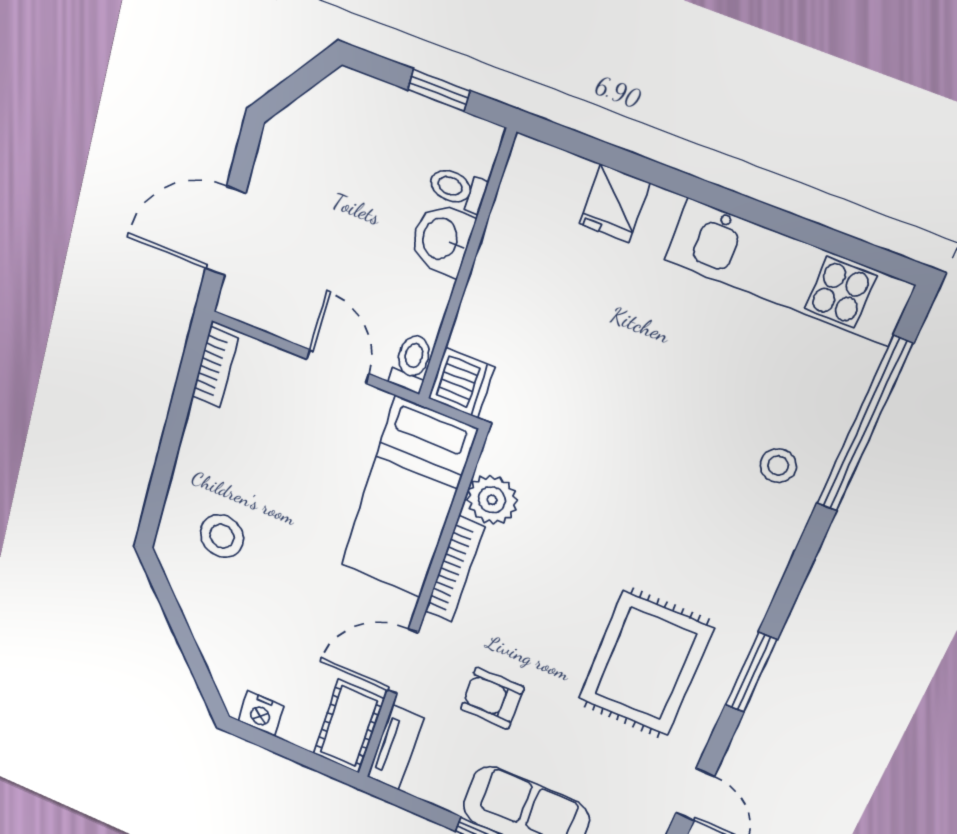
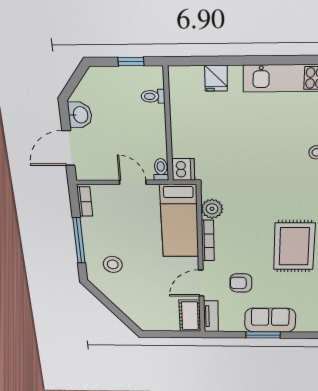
washbasin: (442, 239) -> (80, 115), moved, turned 180
window: (168, 451) -> (79, 241), added
nightstand: (261, 713) -> (154, 325), removed

